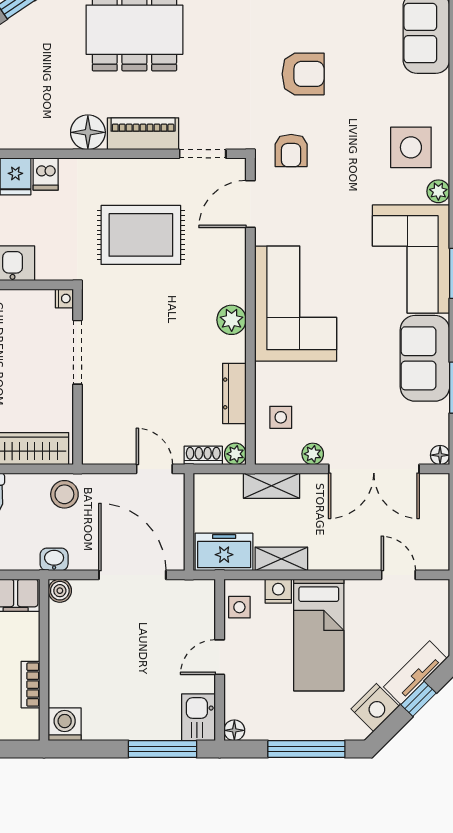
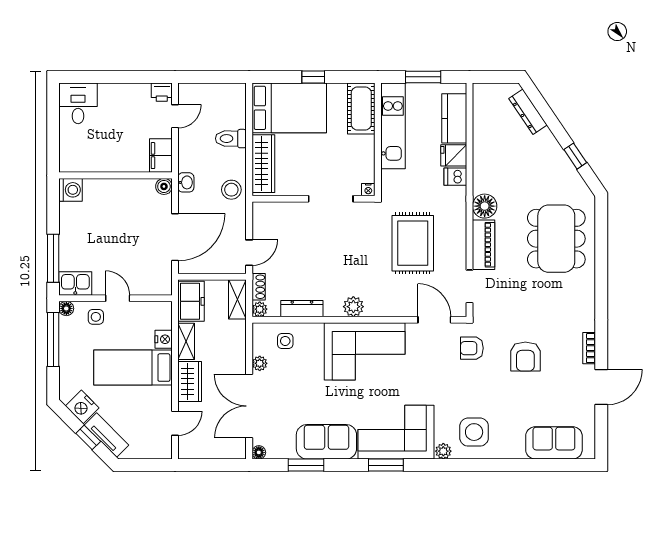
shelving: (272, 486) -> (237, 299), moved
wardrobe: (339, 554) -> (190, 381), added
side table: (239, 607) -> (96, 317), moved
bookcase: (31, 685) -> (98, 166), removed
window: (306, 749) -> (53, 339), moved

